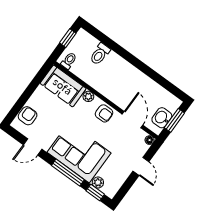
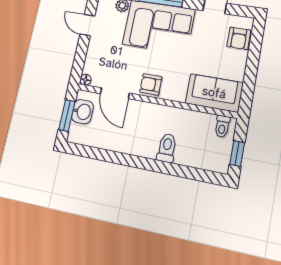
toilet: (100, 54) -> (167, 148), moved
plant: (88, 96) -> (178, 95), removed
door: (141, 166) -> (87, 25), moved

